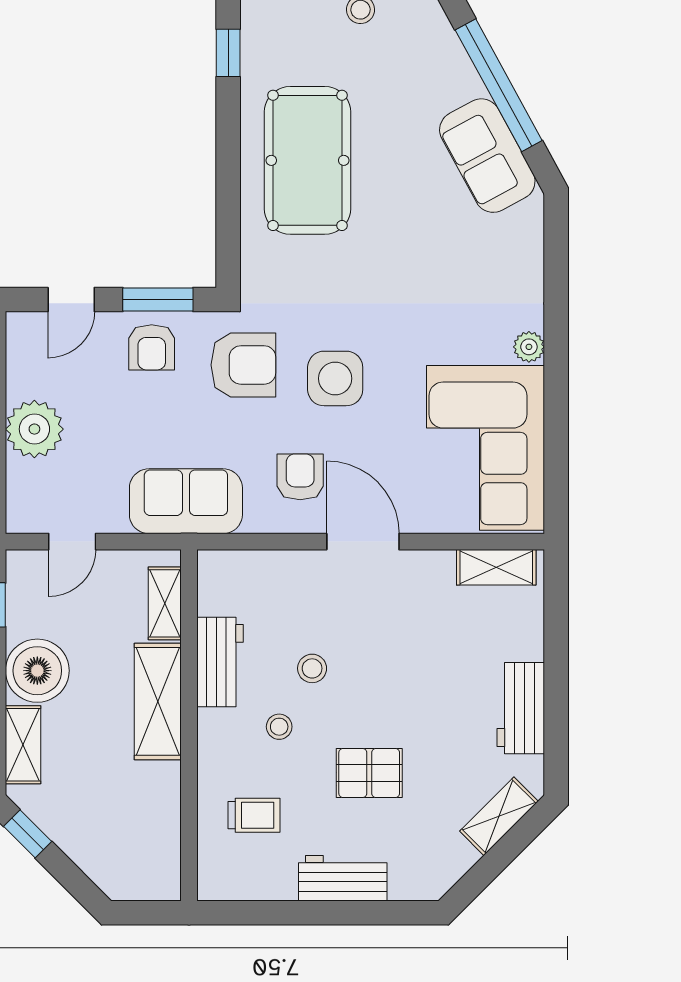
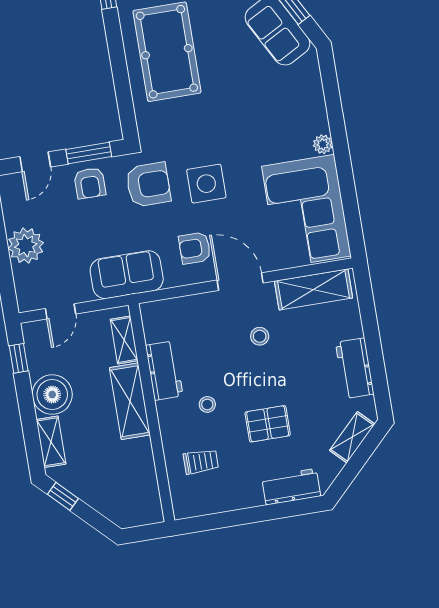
armchair: (300, 477) -> (195, 248), turned -90
shelving: (496, 567) -> (313, 289), width x1.50, depth x1.33
stool: (312, 668) -> (260, 336), moved
workbench: (343, 878) -> (291, 487), moved

